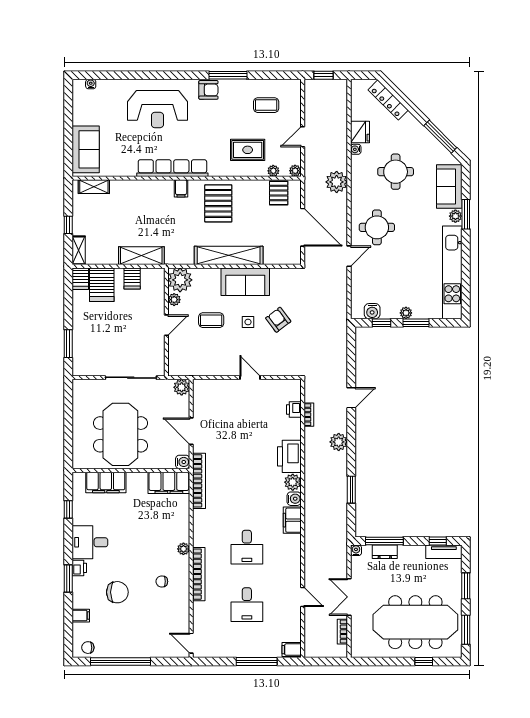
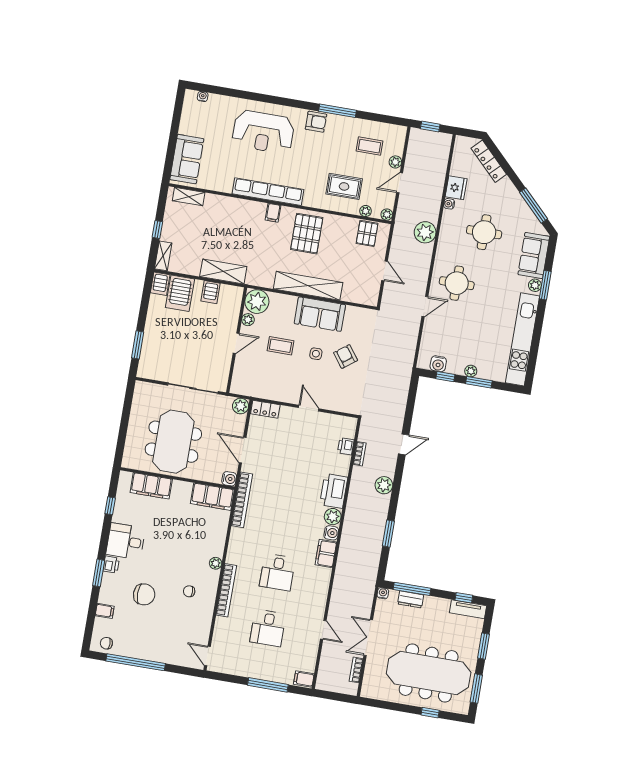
plant: (295, 117) -> (395, 162), added
door: (303, 227) -> (385, 271), width x0.53
locker: (207, 386) -> (265, 409), added

